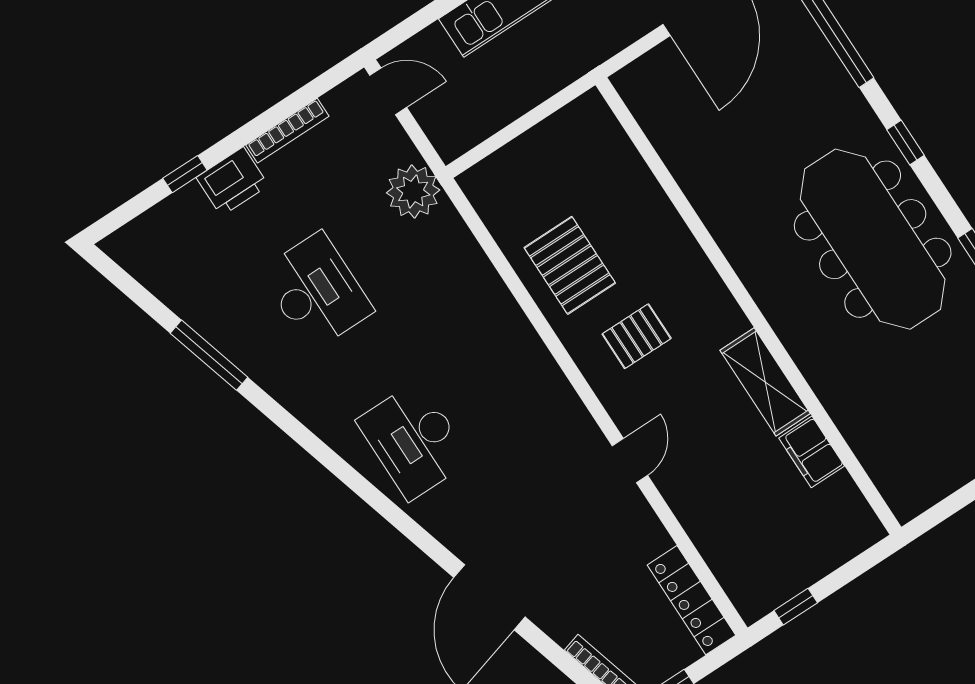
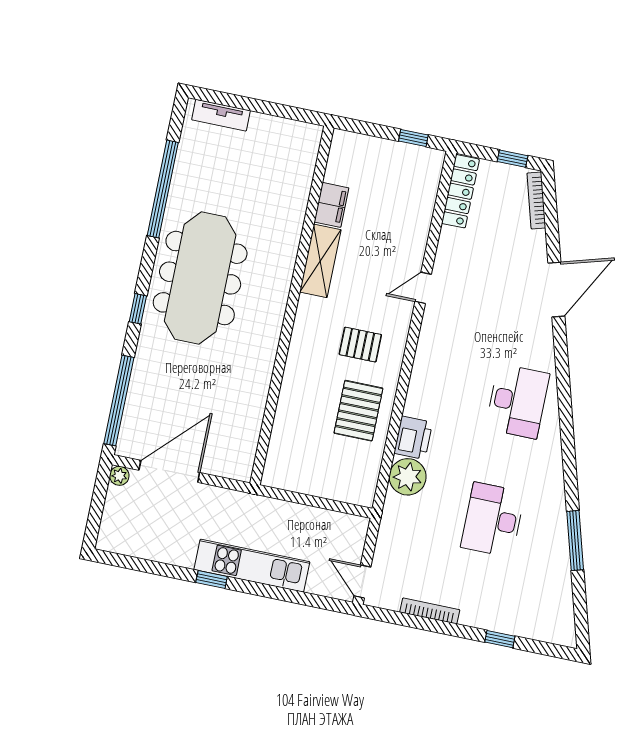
printer: (232, 182) -> (413, 438), moved, turned 90
plant: (413, 191) -> (408, 477), moved

